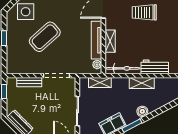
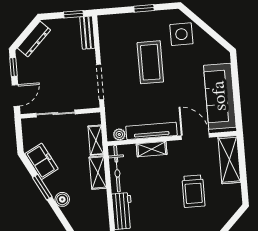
trolley: (144, 12) -> (193, 191), turned 180
coffee table: (45, 37) -> (150, 62), turned 42
bench: (29, 82) -> (87, 33), moved
shelving: (142, 83) -> (98, 173), moved

